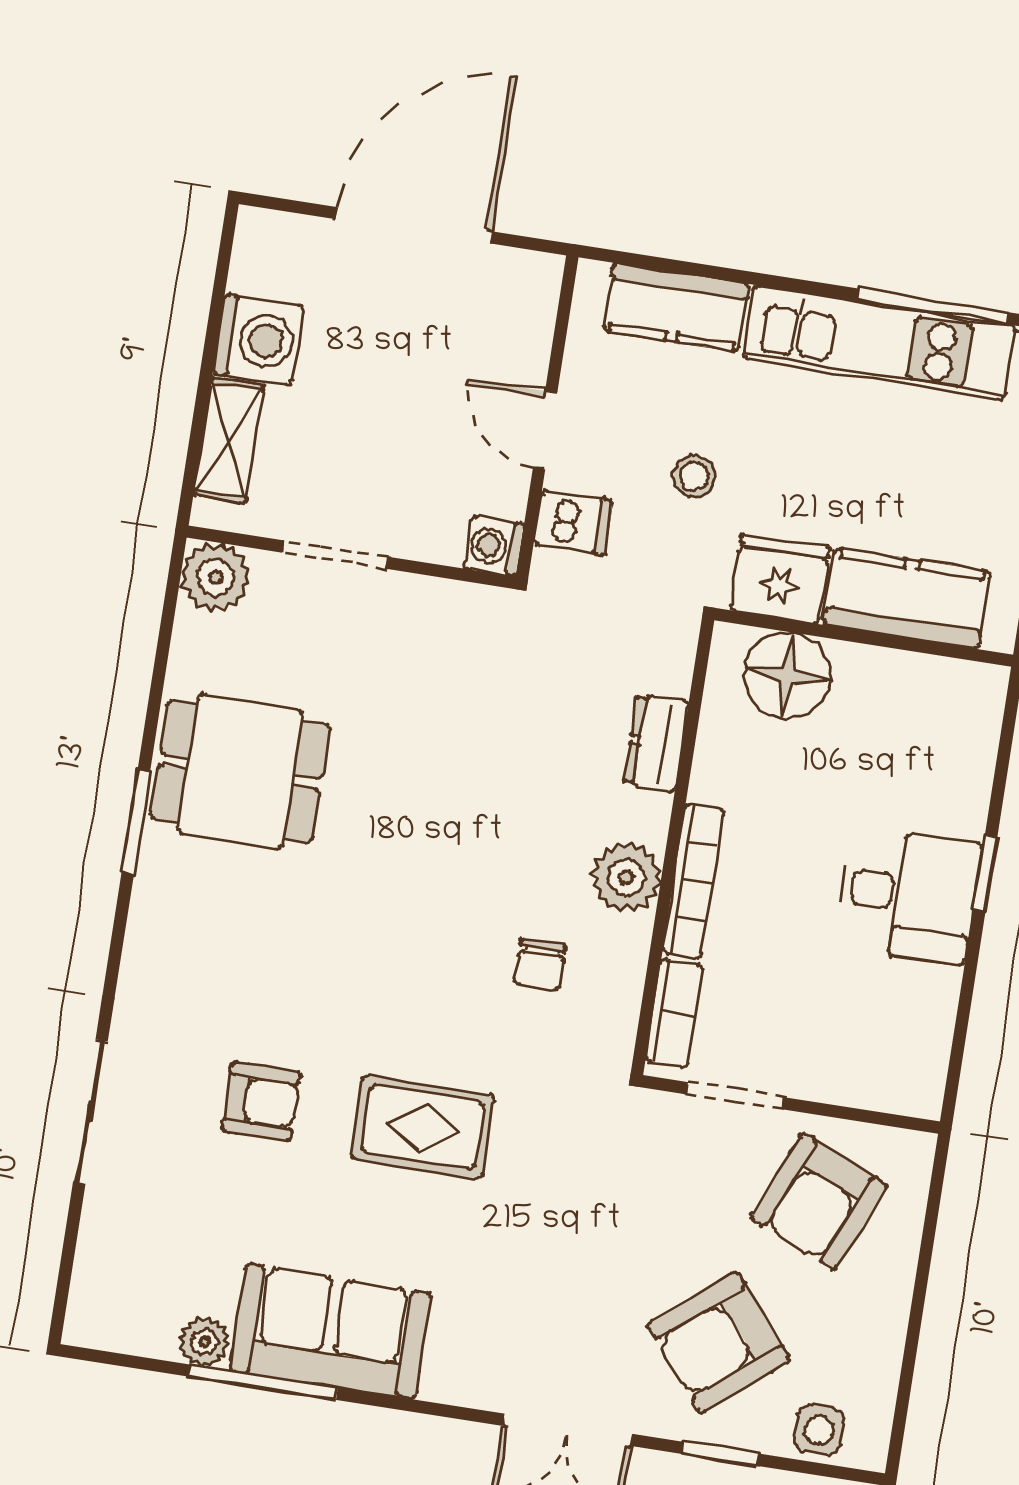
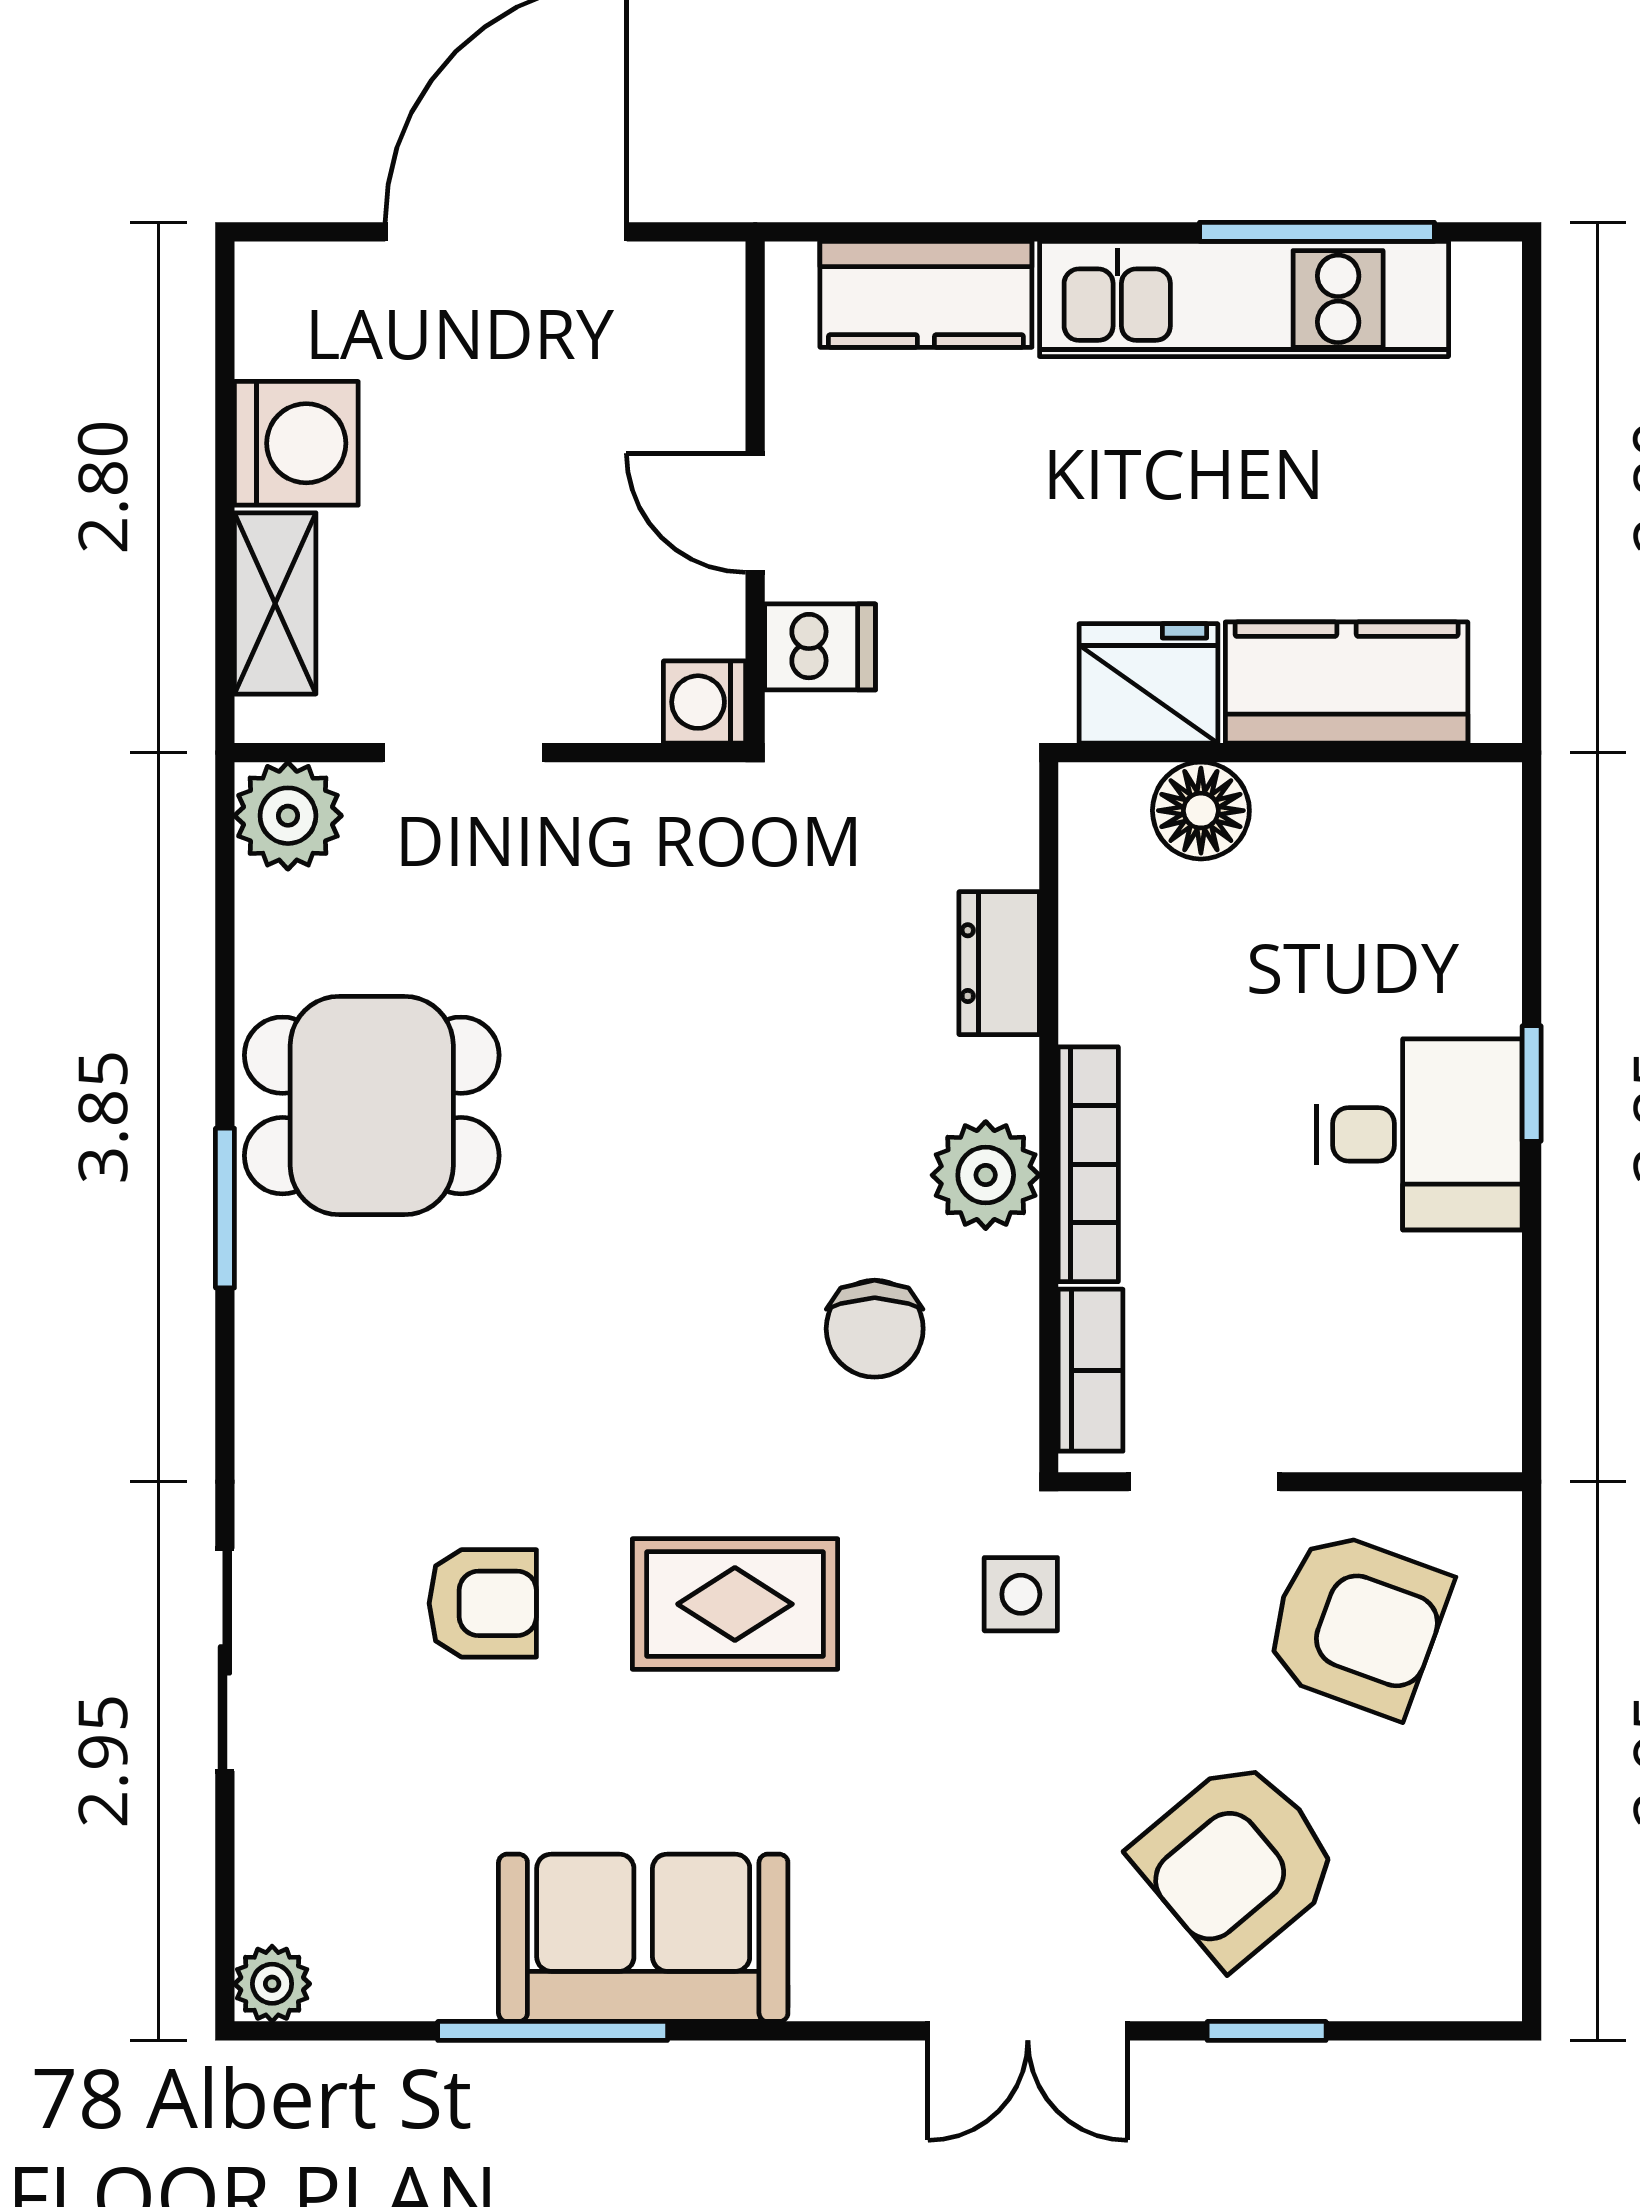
stool: (694, 476) -> (993, 548), removed
floor lamp: (787, 675) -> (1201, 811), width x0.73, depth x0.73
chair: (540, 965) -> (875, 1329), width x1.37, depth x1.37
armchair: (819, 1202) -> (1357, 1623), turned -93
plant: (204, 1342) -> (272, 1984), moved
side table: (819, 1430) -> (1021, 1594), moved

